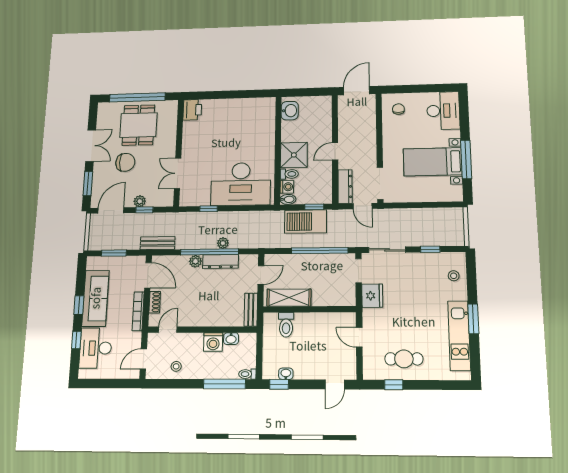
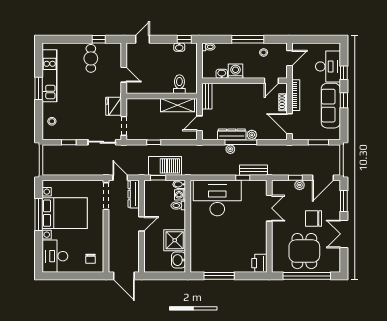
door: (357, 91) -> (124, 276), hinge flipped
window: (241, 94) -> (219, 276), added
shower: (294, 155) -> (175, 240), moved
bed with nightstands: (433, 162) -> (65, 213), width x1.36
bench: (158, 243) -> (253, 170), moved
window: (320, 251) -> (154, 142), width x0.32
window: (209, 252) -> (241, 142), width x0.68
cafe table: (404, 359) -> (91, 58), turned 90
window: (224, 384) -> (248, 39), moved

